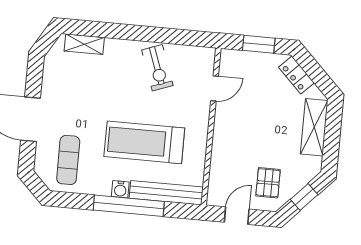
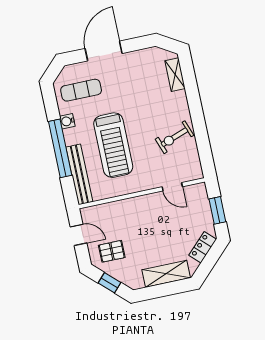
treadmill: (144, 142) -> (113, 145), turned 180
water cooler: (120, 189) -> (67, 121), moved

